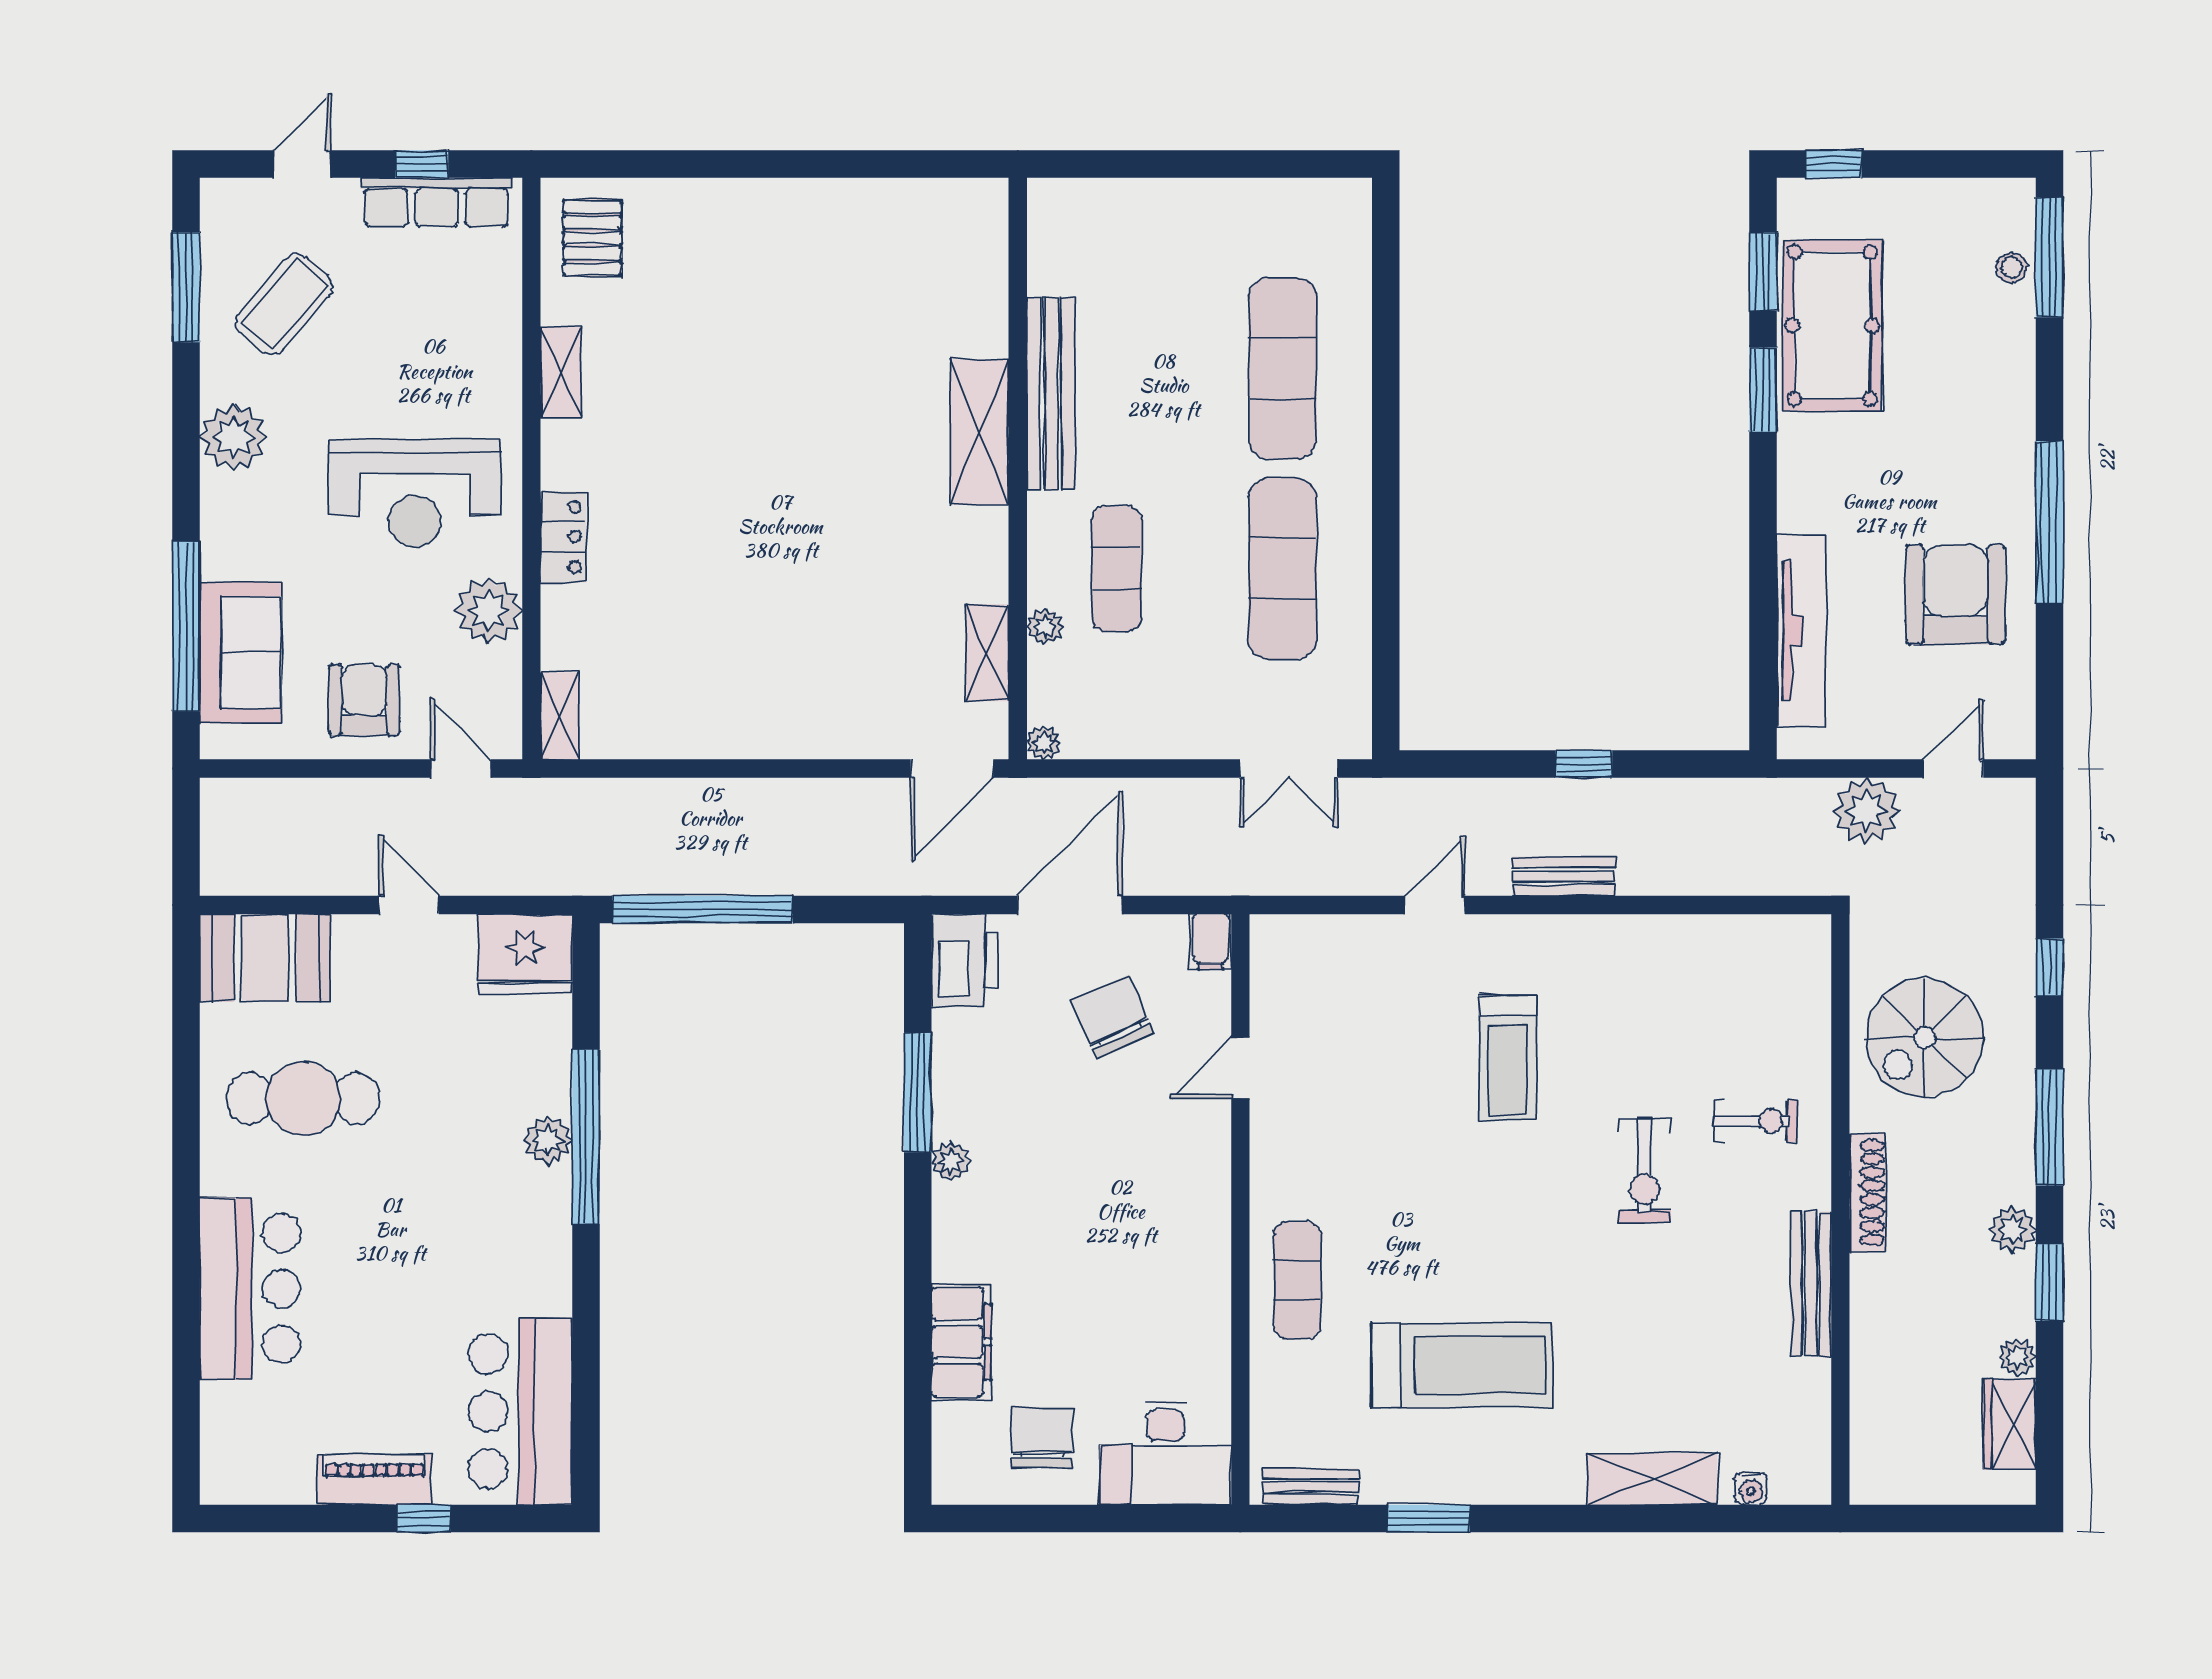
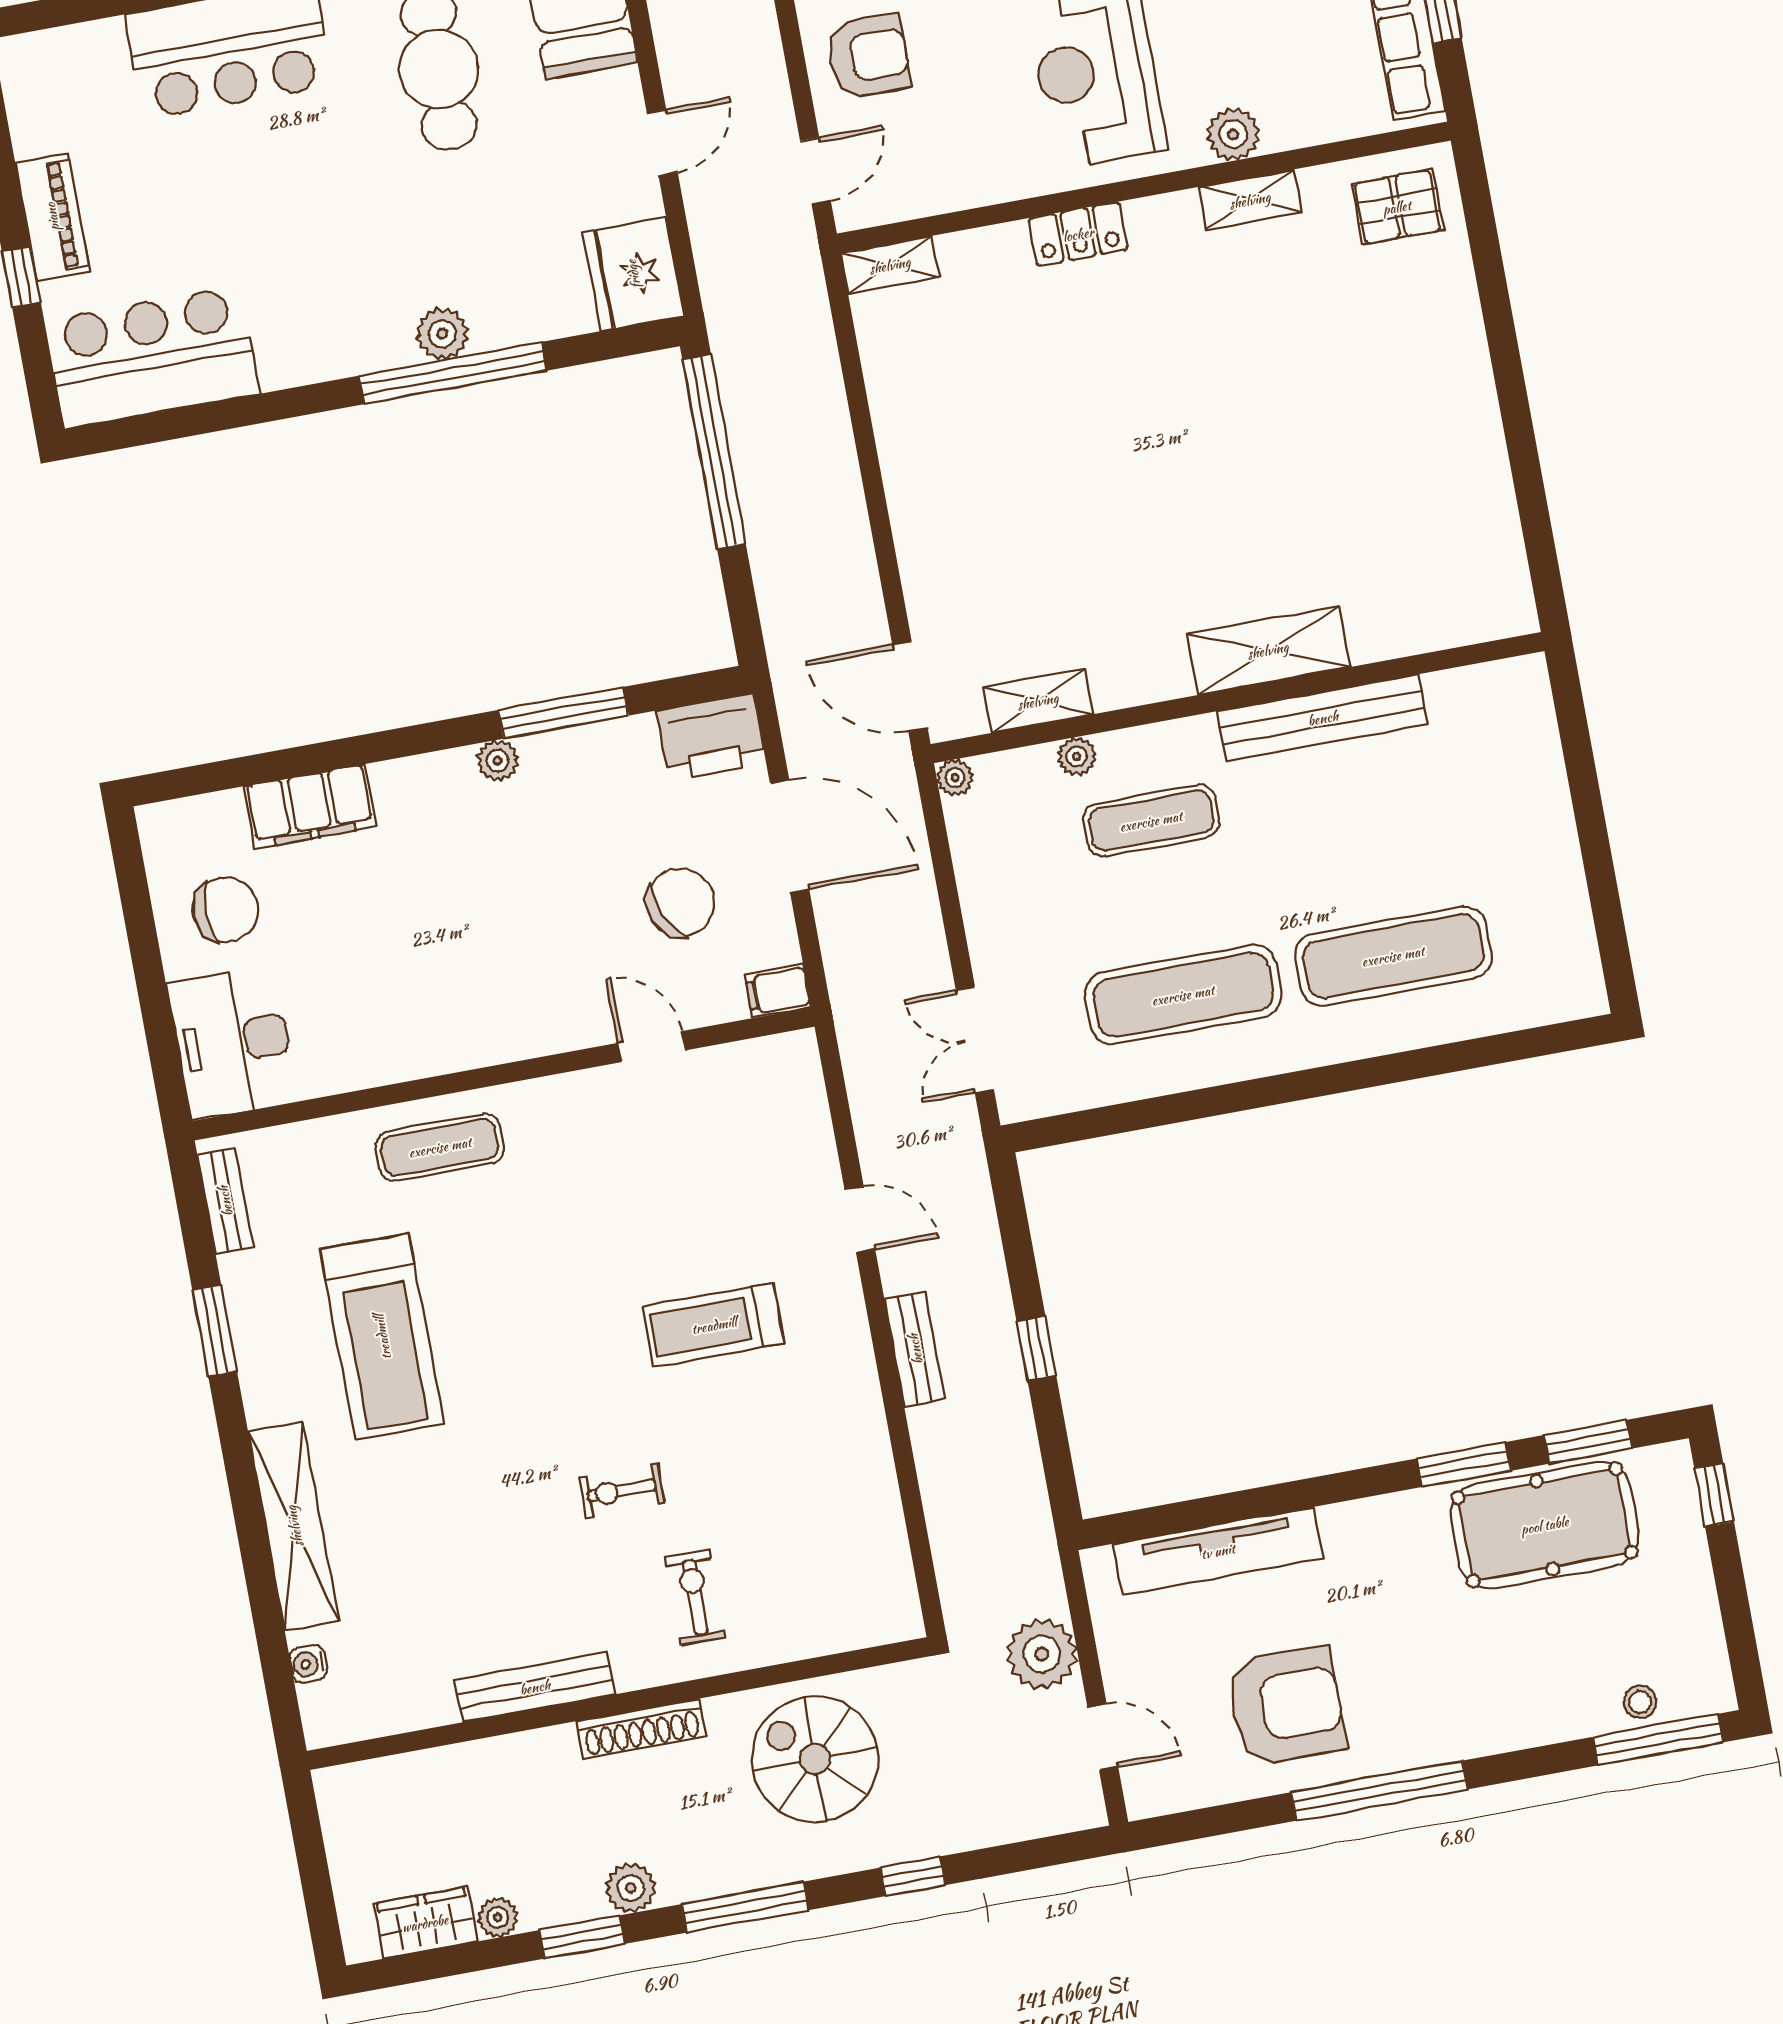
plant: (489, 611) -> (1233, 134), moved, width x0.73, depth x0.73
exercise bike: (1756, 1121) -> (695, 1597), turned 180
exercise bike: (1645, 1170) -> (622, 1491), width x0.73, depth x0.72
shelving: (1652, 1479) -> (294, 1526), width x1.47

